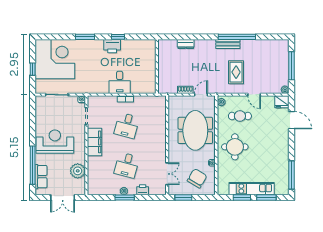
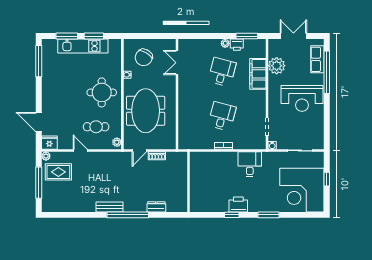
window: (237, 37) -> (128, 215), moved
rug: (236, 72) -> (58, 172), moved, turned 90
desk: (120, 82) -> (250, 164), moved
filing cabinet: (95, 142) -> (258, 74), moved
printer: (143, 190) -> (237, 45), moved
window: (125, 198) -> (247, 36), moved
window: (183, 198) -> (159, 36), removed

